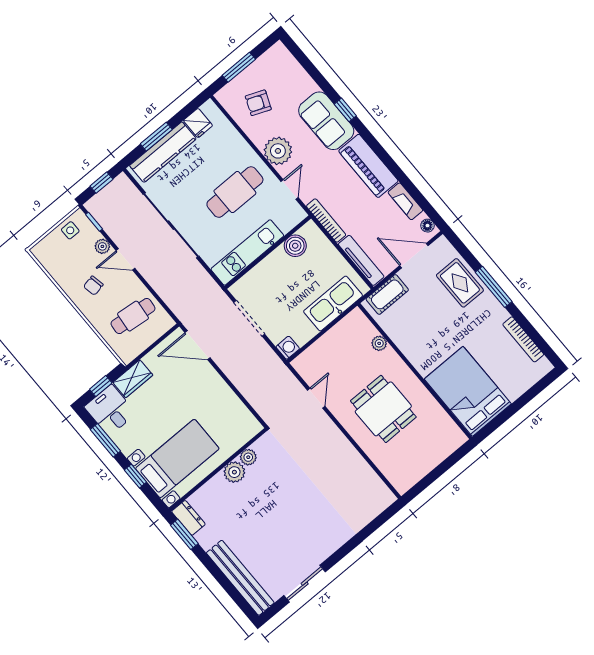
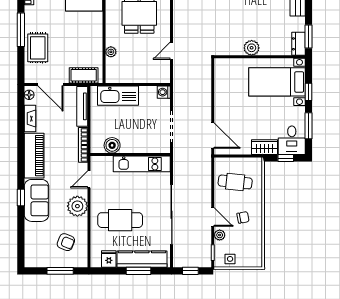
cafe table: (235, 192) -> (120, 220), moved
plant: (248, 457) -> (237, 50), removed

